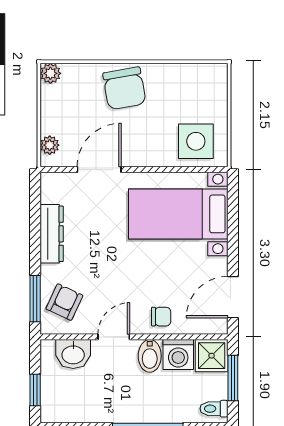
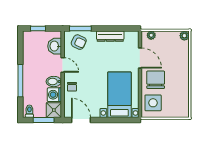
chair: (124, 88) -> (156, 80), moved, turned 100

